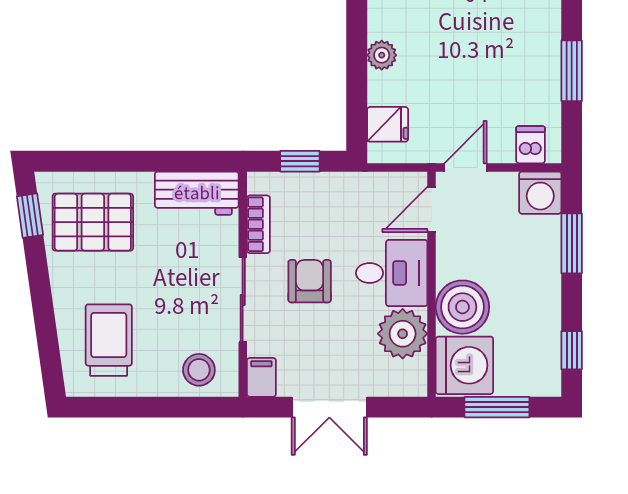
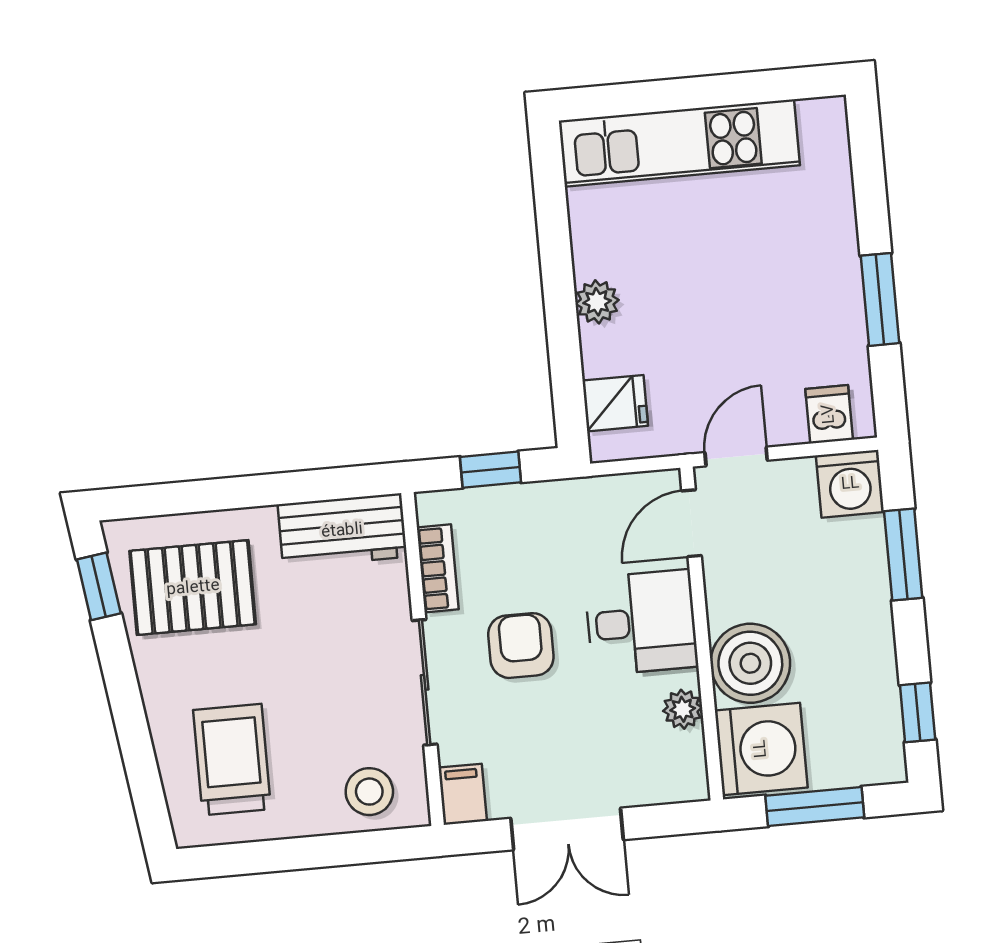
plant: (403, 334) -> (683, 709), width x0.53, depth x0.53

